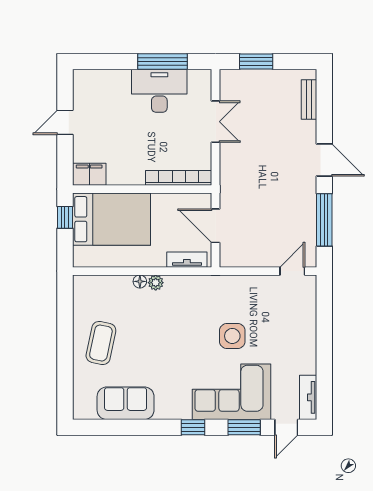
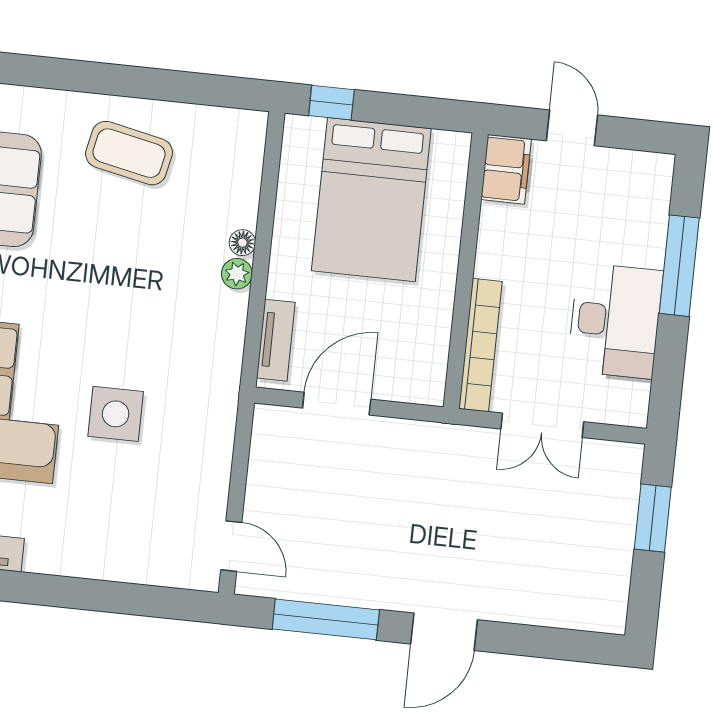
window: (162, 61) -> (679, 266), moved
bench: (309, 99) -> (567, 614), removed
filing cabinet: (89, 174) -> (506, 169), moved
bookcase: (179, 178) -> (480, 345), moved
wall: (142, 189) -> (466, 271), moved
window: (65, 217) -> (331, 103), moved

